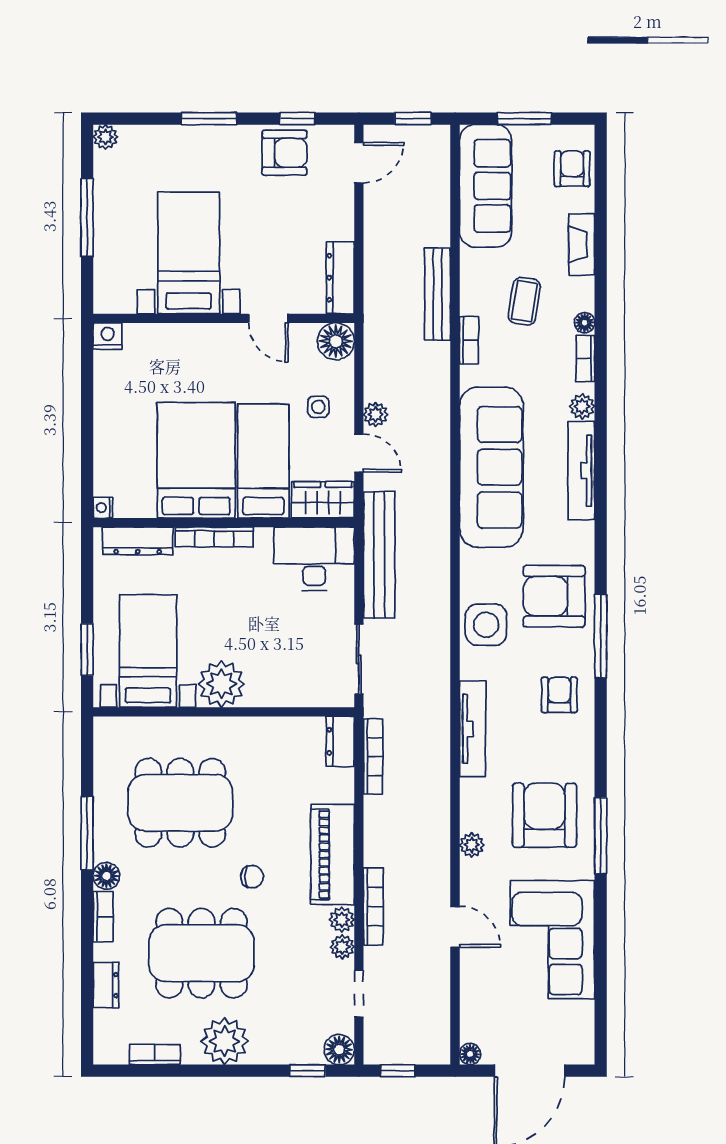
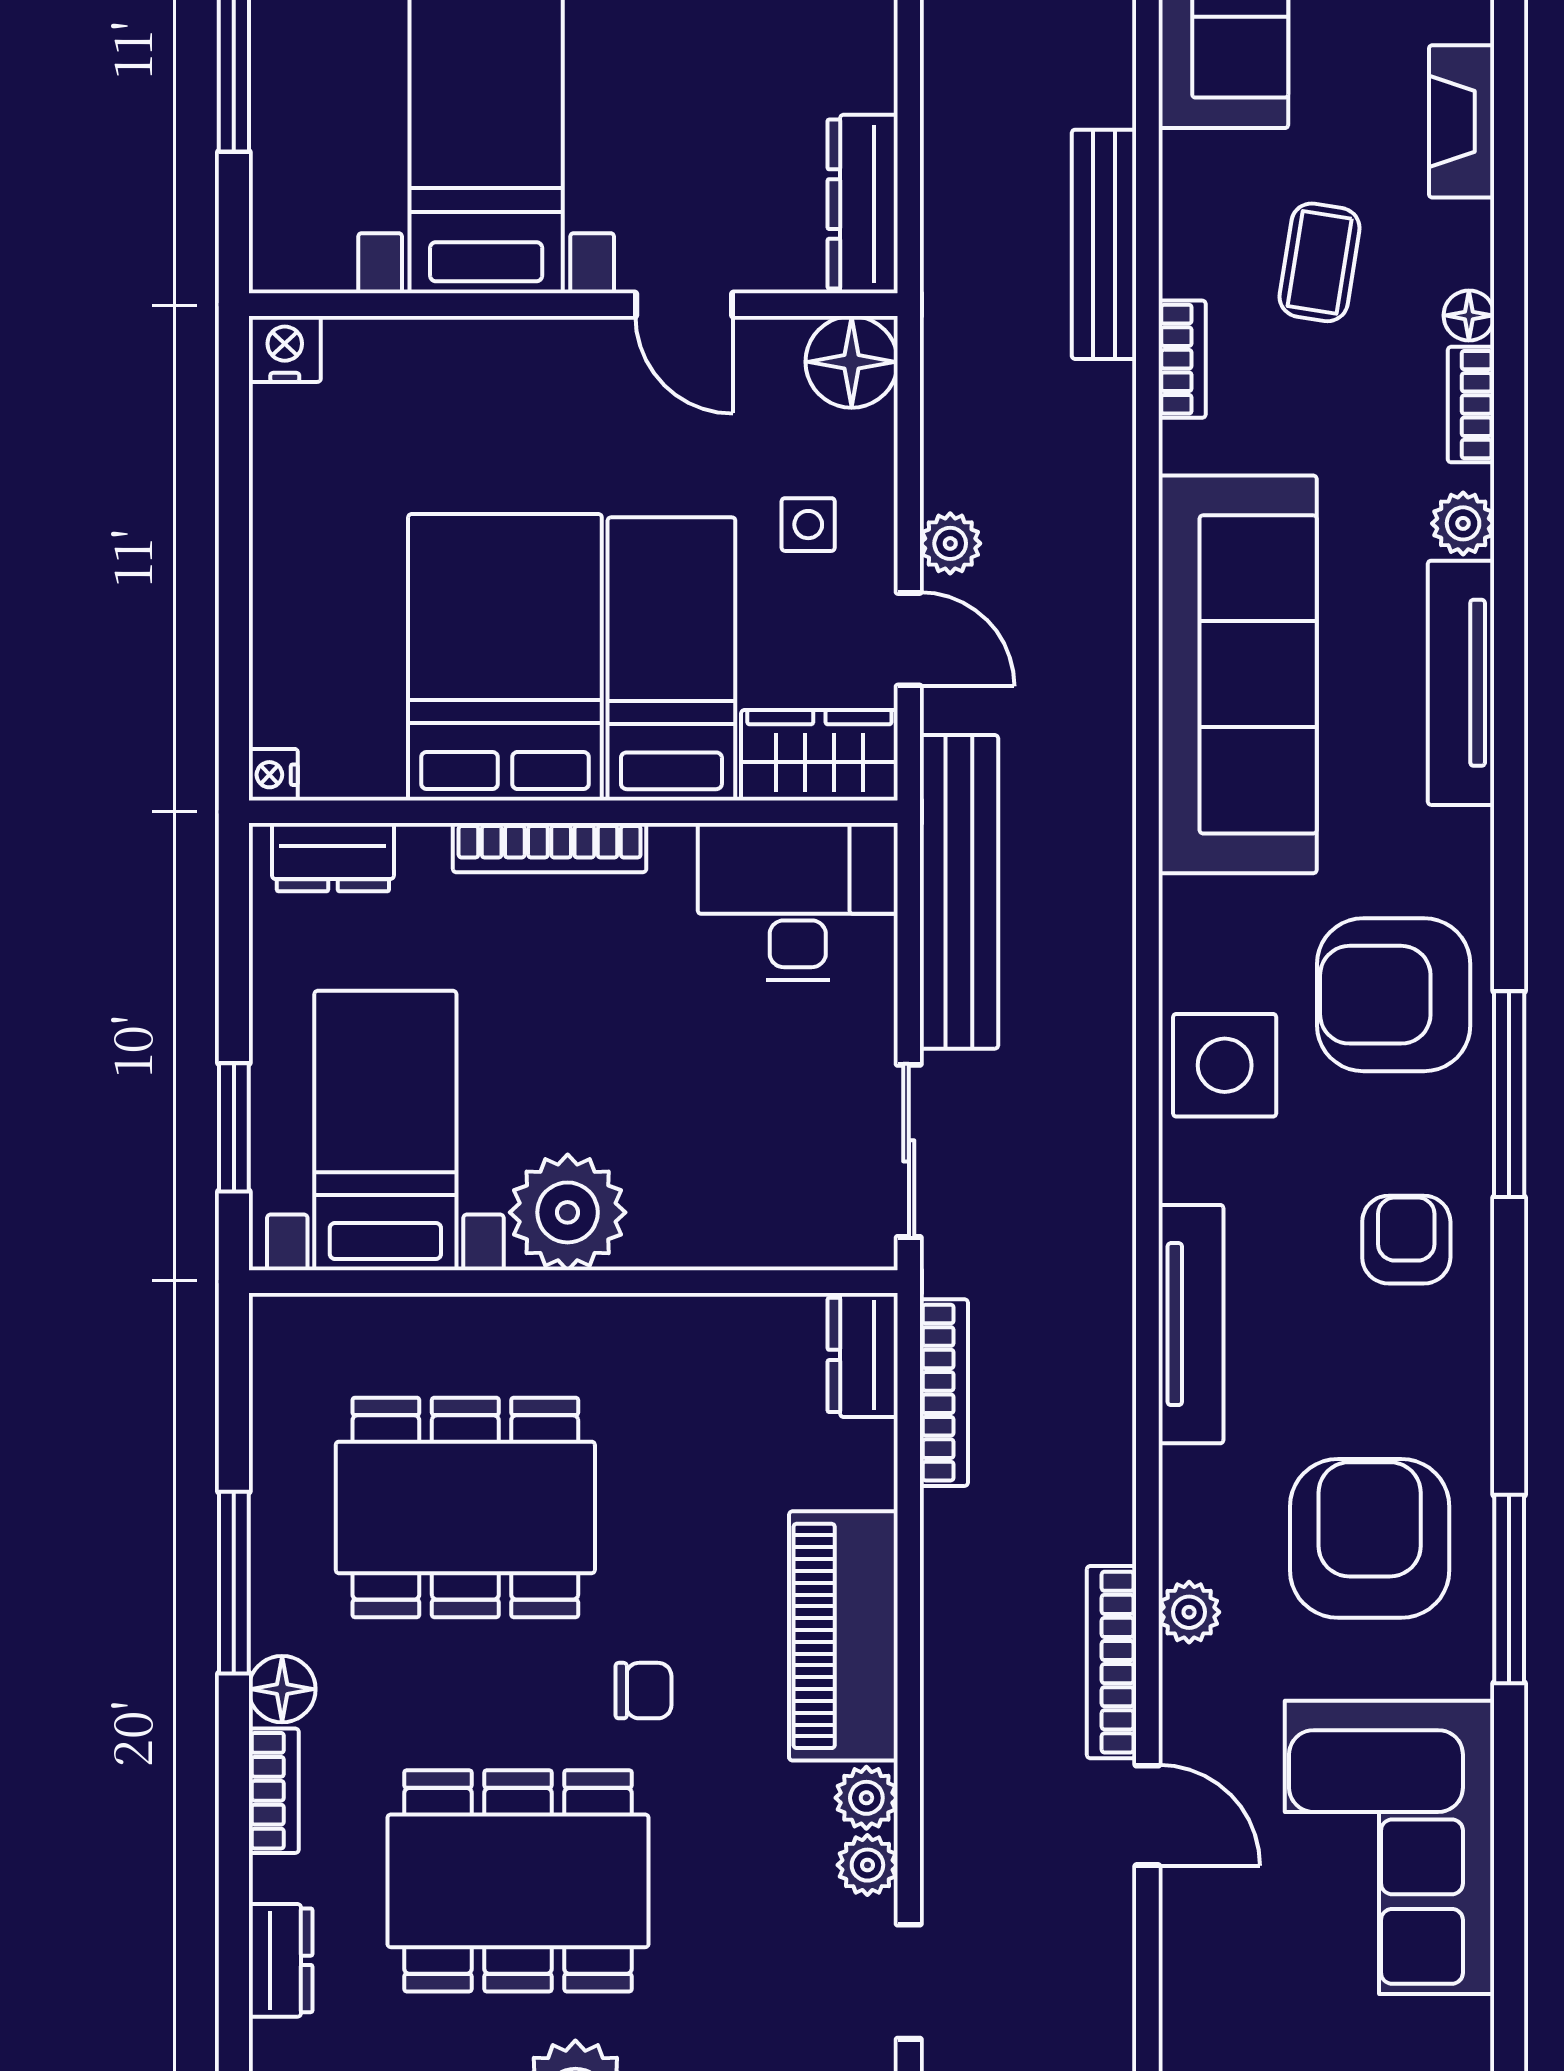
dresser: (138, 541) -> (333, 857), width x0.70
bookcase: (373, 906) -> (1112, 1662), moved, turned 180

